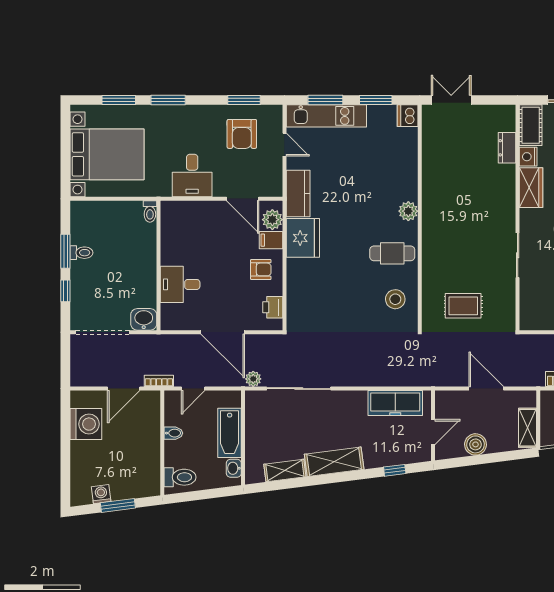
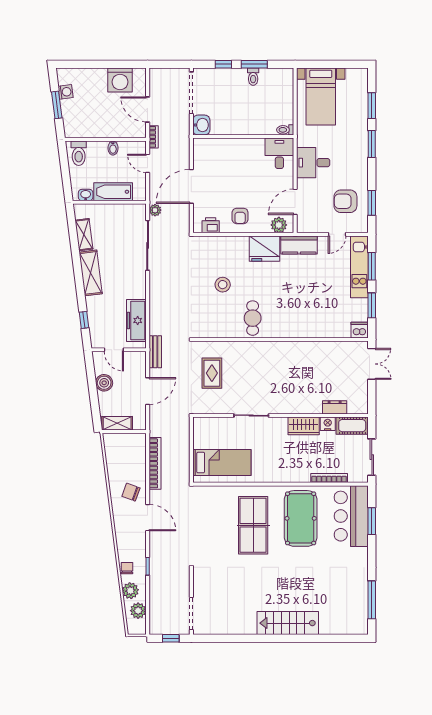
bed with nightstands: (107, 154) -> (321, 97), width x0.73
plant: (408, 211) -> (285, 331), removed
filing cabinet: (271, 240) -> (263, 224), removed
desk: (180, 284) -> (279, 153), moved
stool: (395, 299) -> (223, 285), moved
bench: (436, 379) -> (155, 352), added

